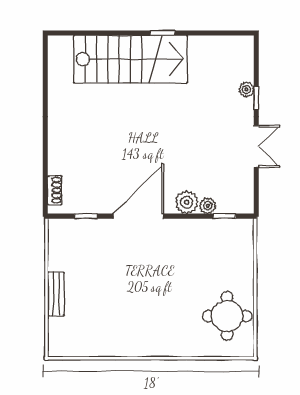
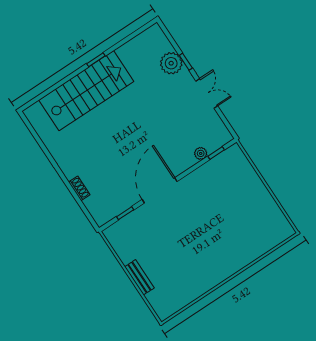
plant: (246, 90) -> (171, 63), width x1.87, depth x1.87
shoe rack: (55, 190) -> (79, 188), moved
plant: (187, 202) -> (185, 160), removed
round table: (227, 316) -> (261, 217), removed

